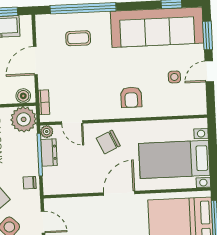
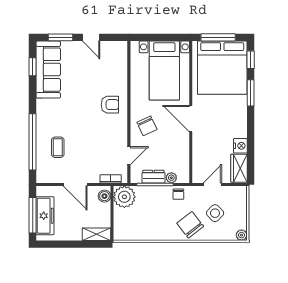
sofa: (157, 27) -> (48, 70), width x0.74, depth x0.79
side table: (174, 77) -> (94, 67), removed
plant: (47, 132) -> (171, 178), moved

